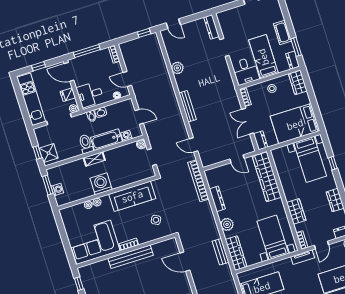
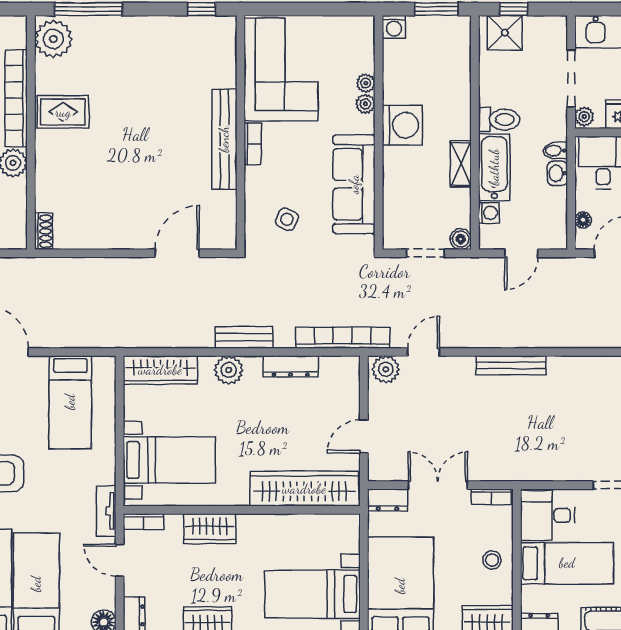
plant: (177, 68) -> (386, 369), moved
shelving: (94, 159) -> (461, 164), moved
washing machine: (57, 189) -> (394, 27), moved
bench: (221, 252) -> (244, 337), moved

